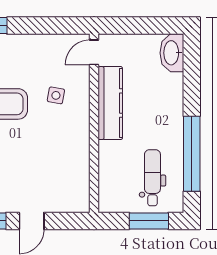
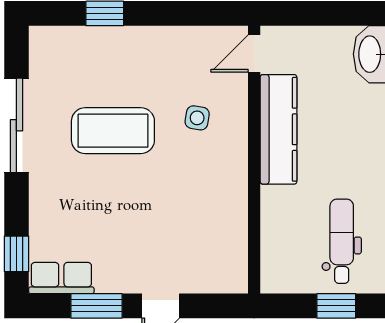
window: (149, 221) -> (336, 306), width x0.67

